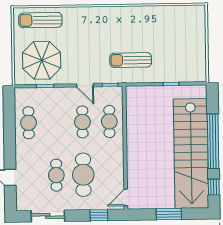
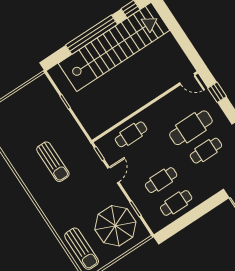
sun lounger: (131, 60) -> (53, 162), moved
cafe table: (82, 122) -> (161, 180), moved
window: (169, 214) -> (178, 33), removed

